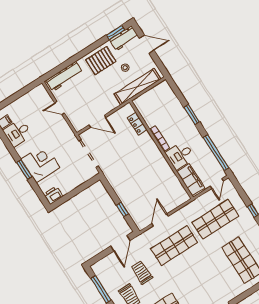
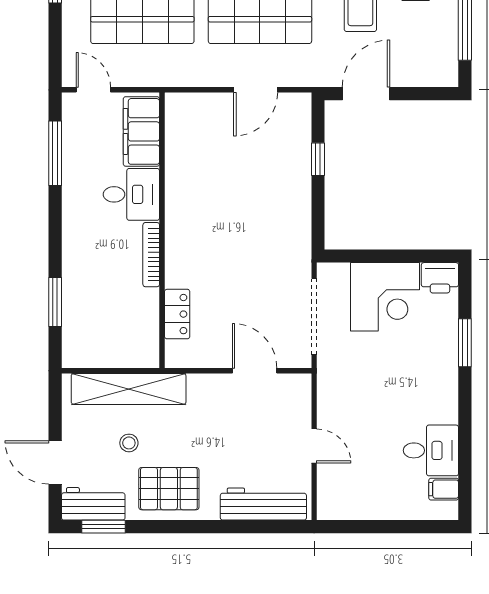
window: (192, 115) -> (55, 302), moved
window: (216, 153) -> (55, 153), width x0.68
corner desk: (40, 163) -> (385, 297), moved, turned -90
window: (24, 169) -> (465, 343), moved
door: (217, 184) -> (93, 90), hinge flipped

